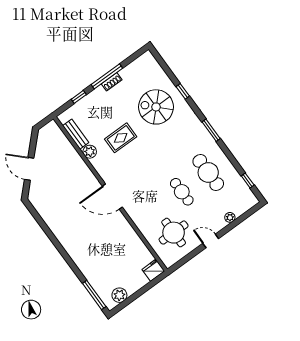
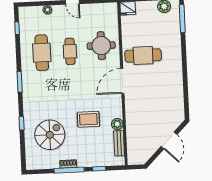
spiral stairs: (156, 107) -> (50, 135), moved, turned -90
door: (112, 197) -> (122, 81), swing flipped
round table: (174, 233) -> (101, 46), moved
cafe table: (108, 234) -> (143, 55), added

